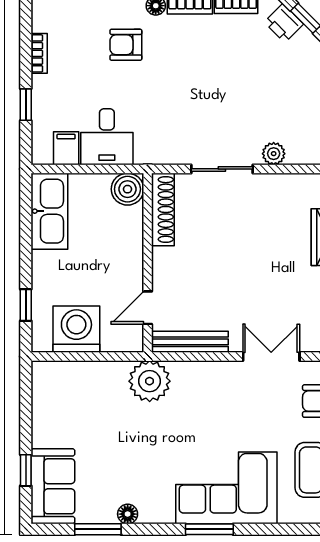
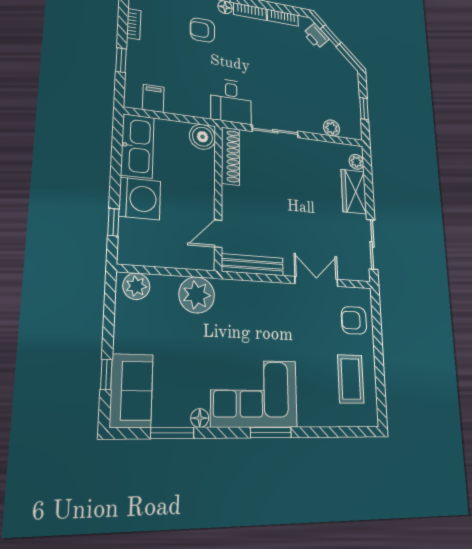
desk: (107, 137) -> (231, 101), moved
plant: (274, 154) -> (332, 128), moved
washing machine: (76, 329) -> (140, 199), moved, turned 90
plant: (54, 375) -> (136, 286), added
plant: (150, 381) -> (197, 295), moved
corner sofa: (226, 488) -> (254, 394), moved

